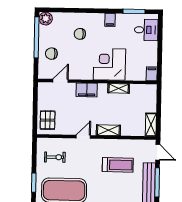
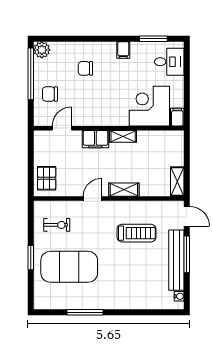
corner desk: (109, 64) -> (149, 106), moved
shelving: (119, 88) -> (123, 136), moved

